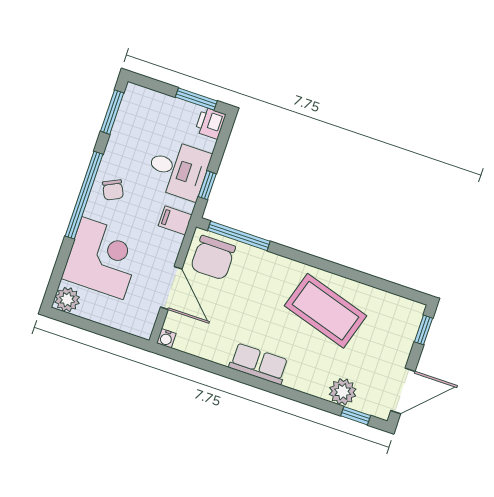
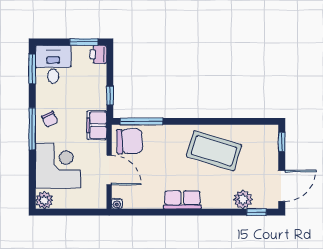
desk: (178, 169) -> (53, 64), moved, turned -90
window: (84, 195) -> (32, 129), width x0.68
filing cabinet: (175, 220) -> (97, 125), width x2.00
chair: (213, 258) -> (130, 141), turned -93

